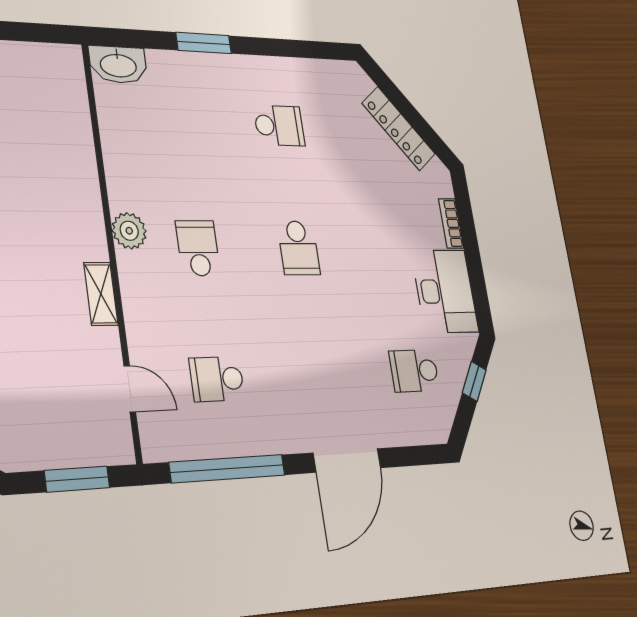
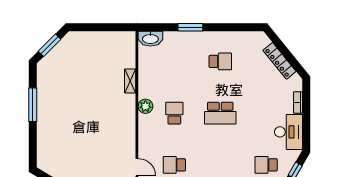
school desk: (299, 248) -> (220, 113), width x1.85
shelving: (101, 294) -> (130, 81), moved

